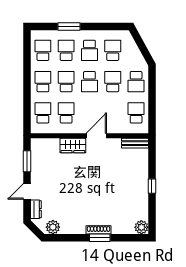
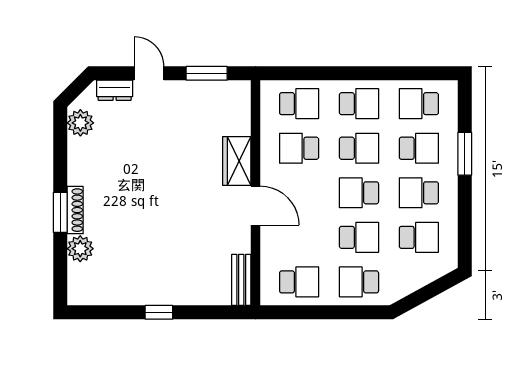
school desk: (43, 50) -> (419, 104), turned 180
school desk: (66, 113) -> (299, 148), turned 180
plant: (141, 227) -> (80, 249), moved

